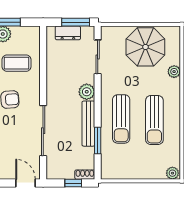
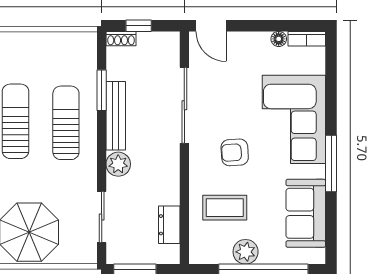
dresser: (68, 33) -> (169, 225), moved, turned -90

